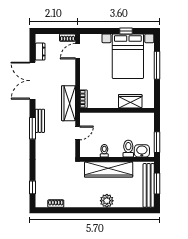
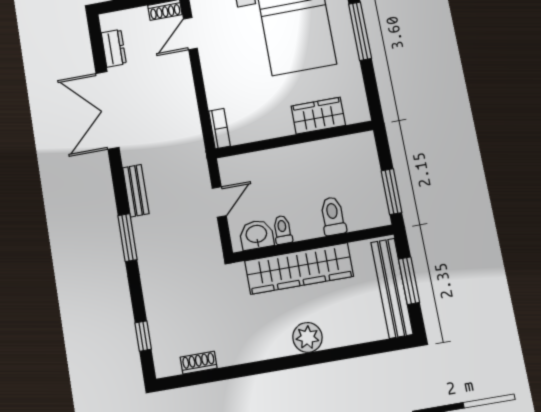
wardrobe: (68, 103) -> (190, 143), removed
window: (32, 128) -> (128, 238), moved
washbasin: (142, 151) -> (256, 235), moved

